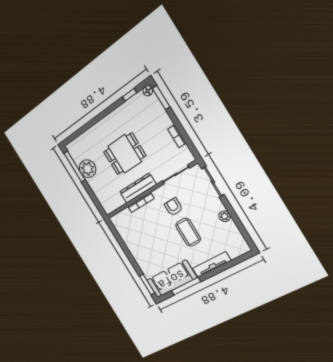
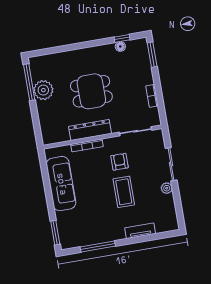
floor lamp: (148, 91) -> (120, 47), moved
sliding door: (213, 182) -> (171, 164), moved
tv unit: (212, 265) -> (140, 231), width x0.71
sofa: (171, 279) -> (61, 184), moved, turned 90

